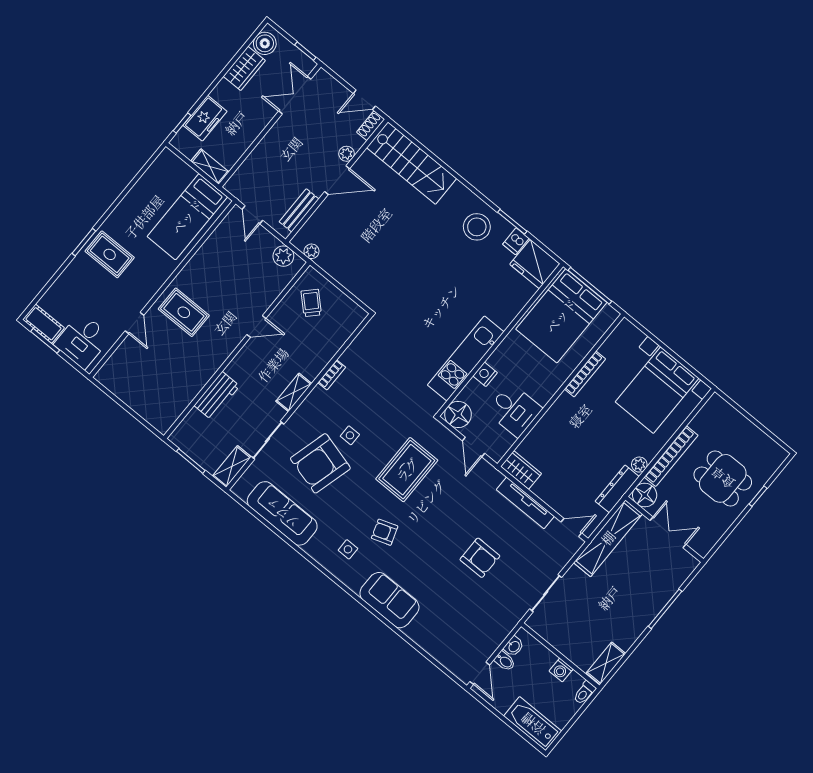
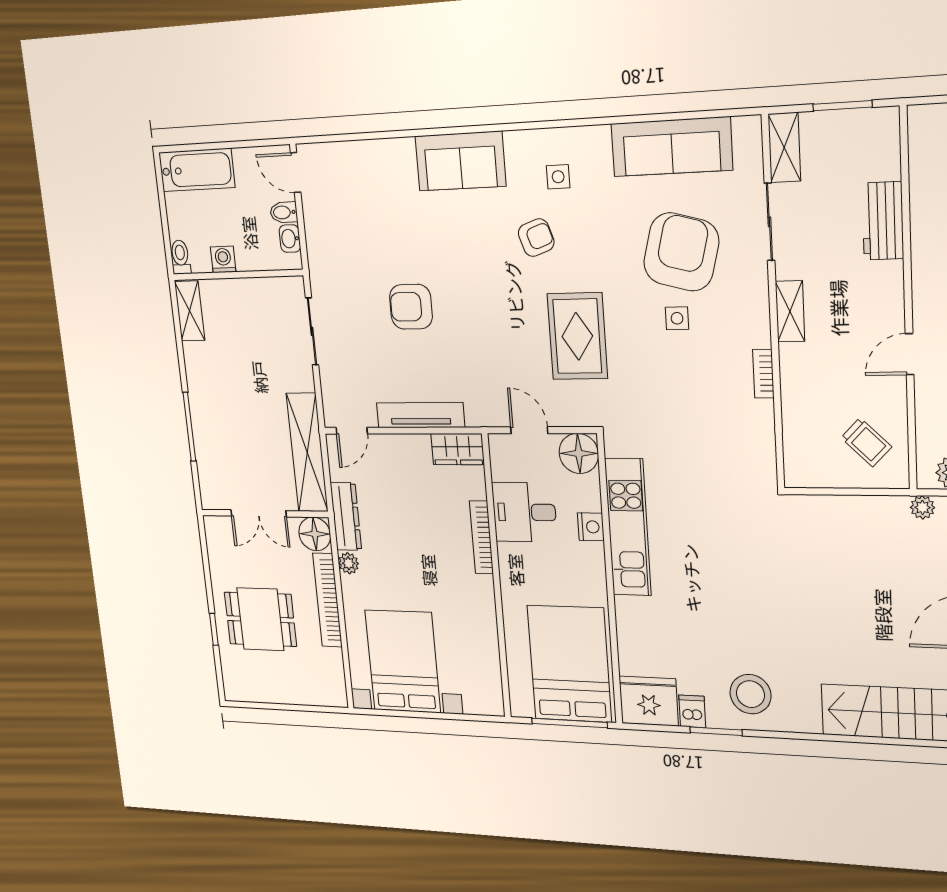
bookcase: (585, 374) -> (481, 537), moved

